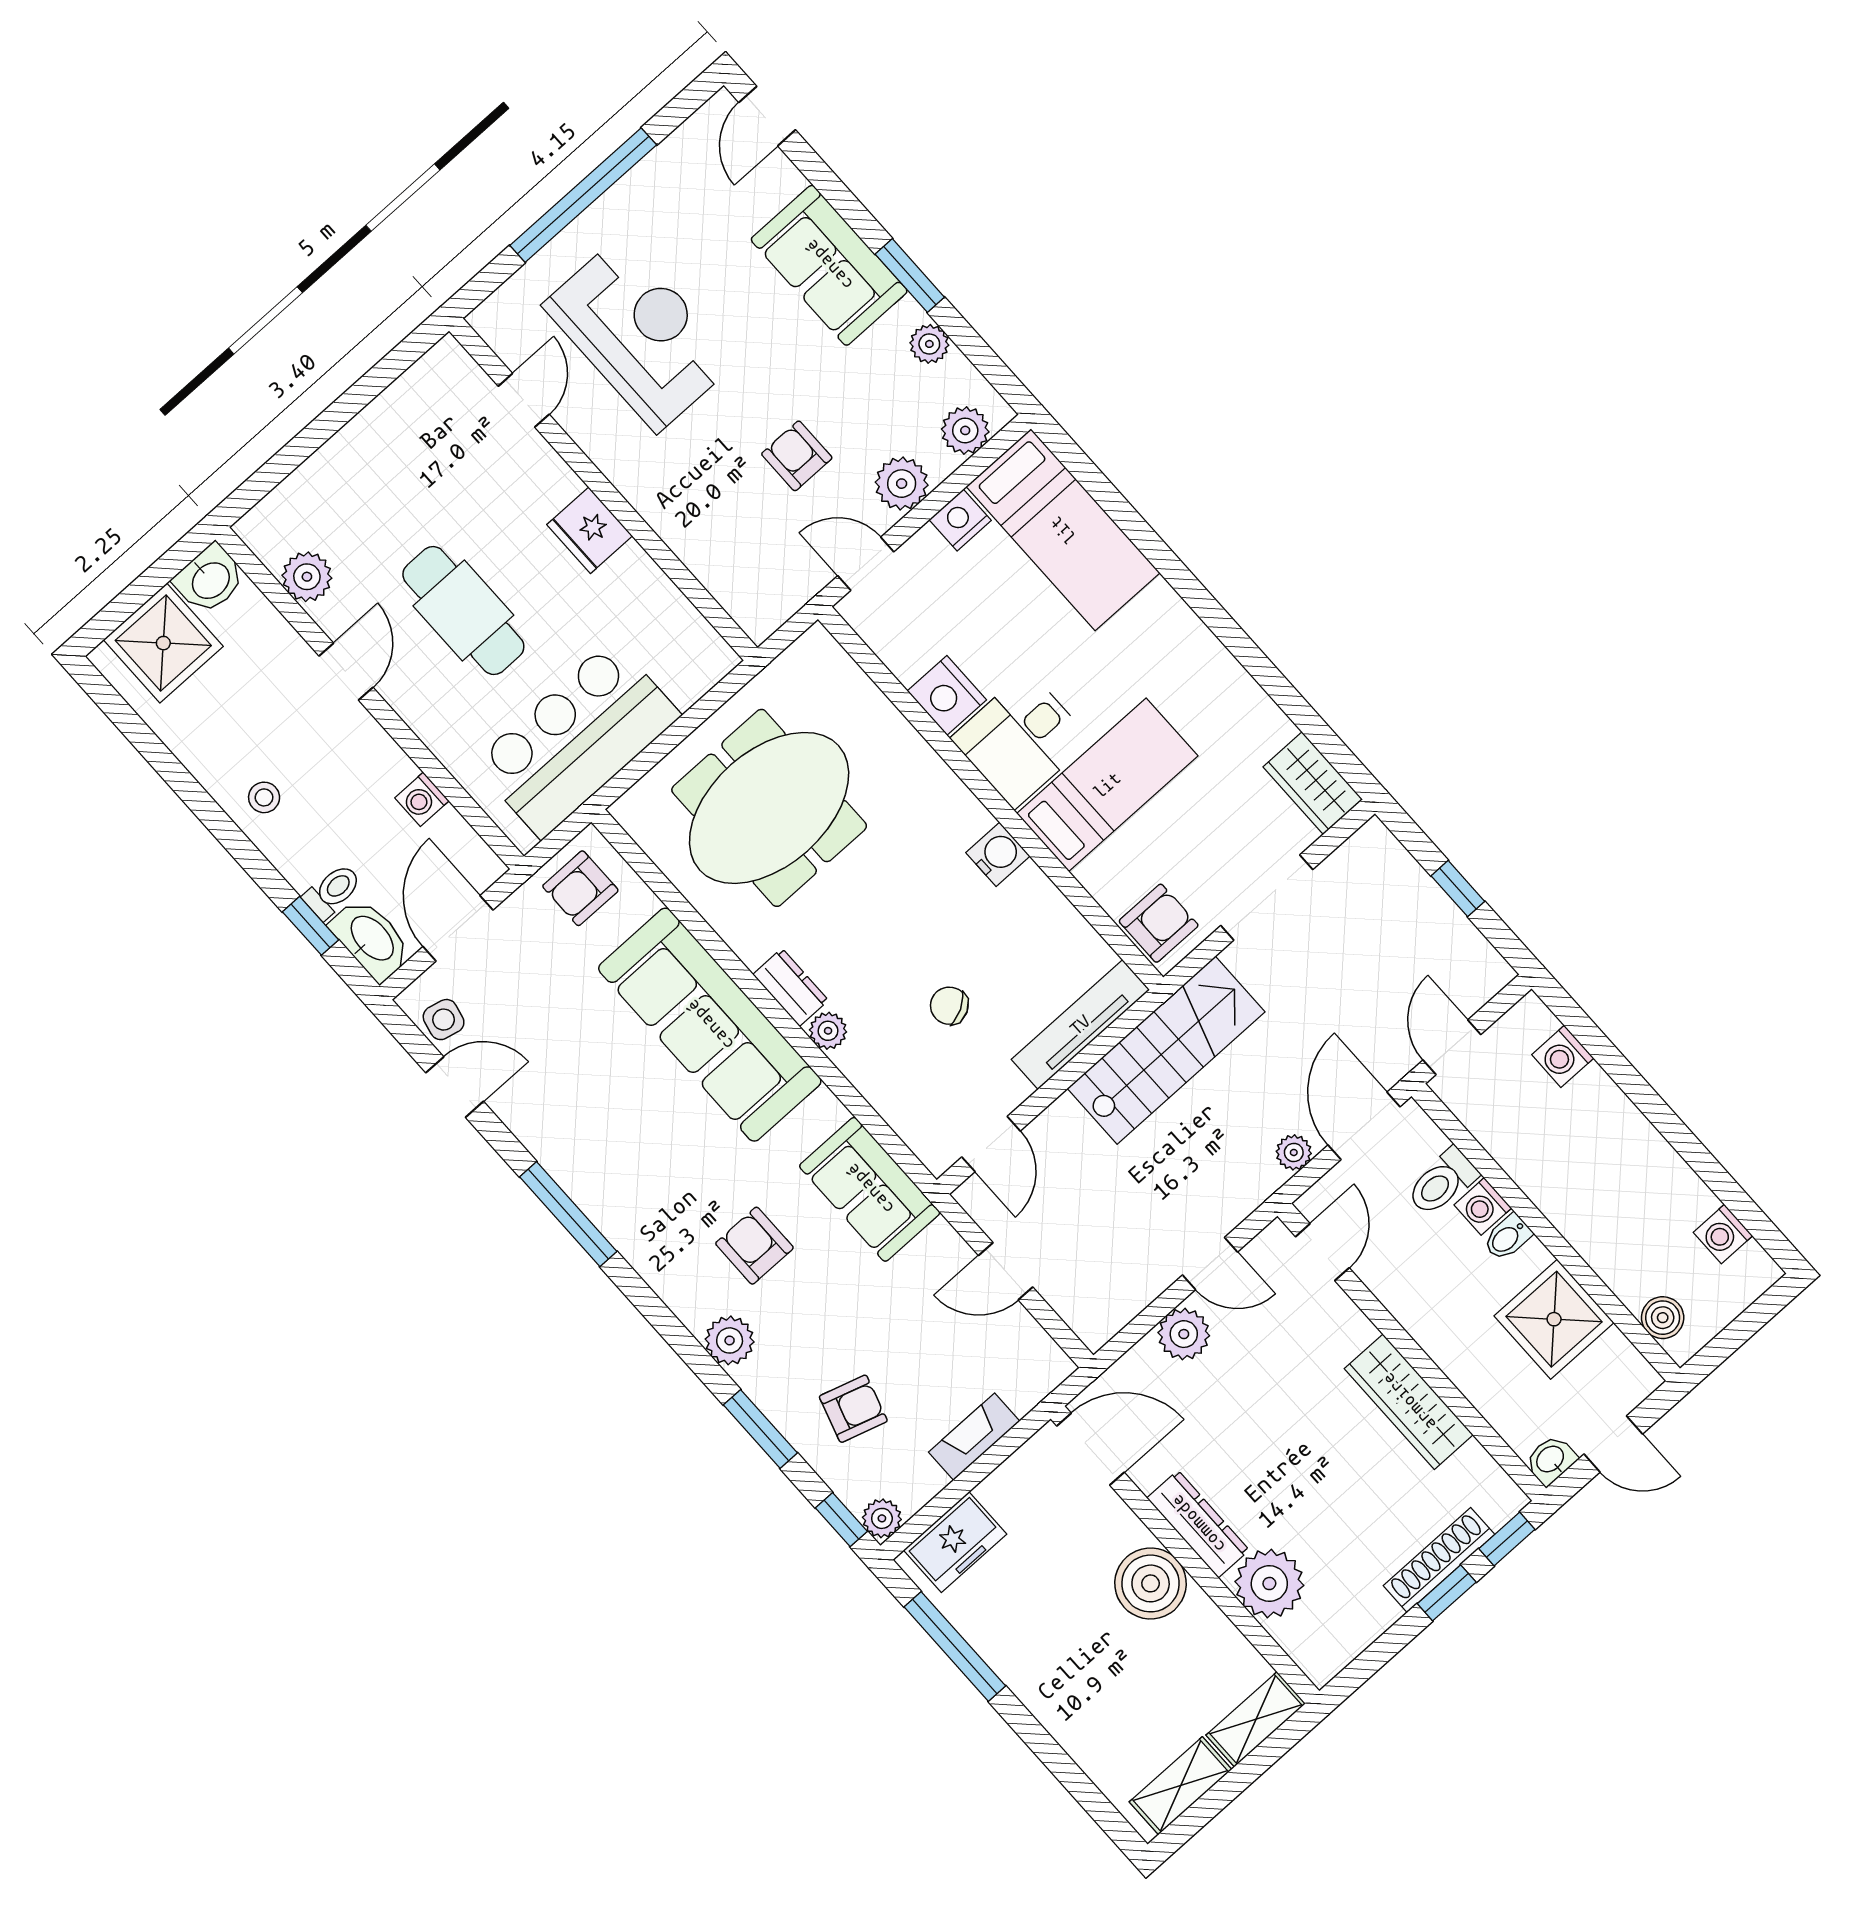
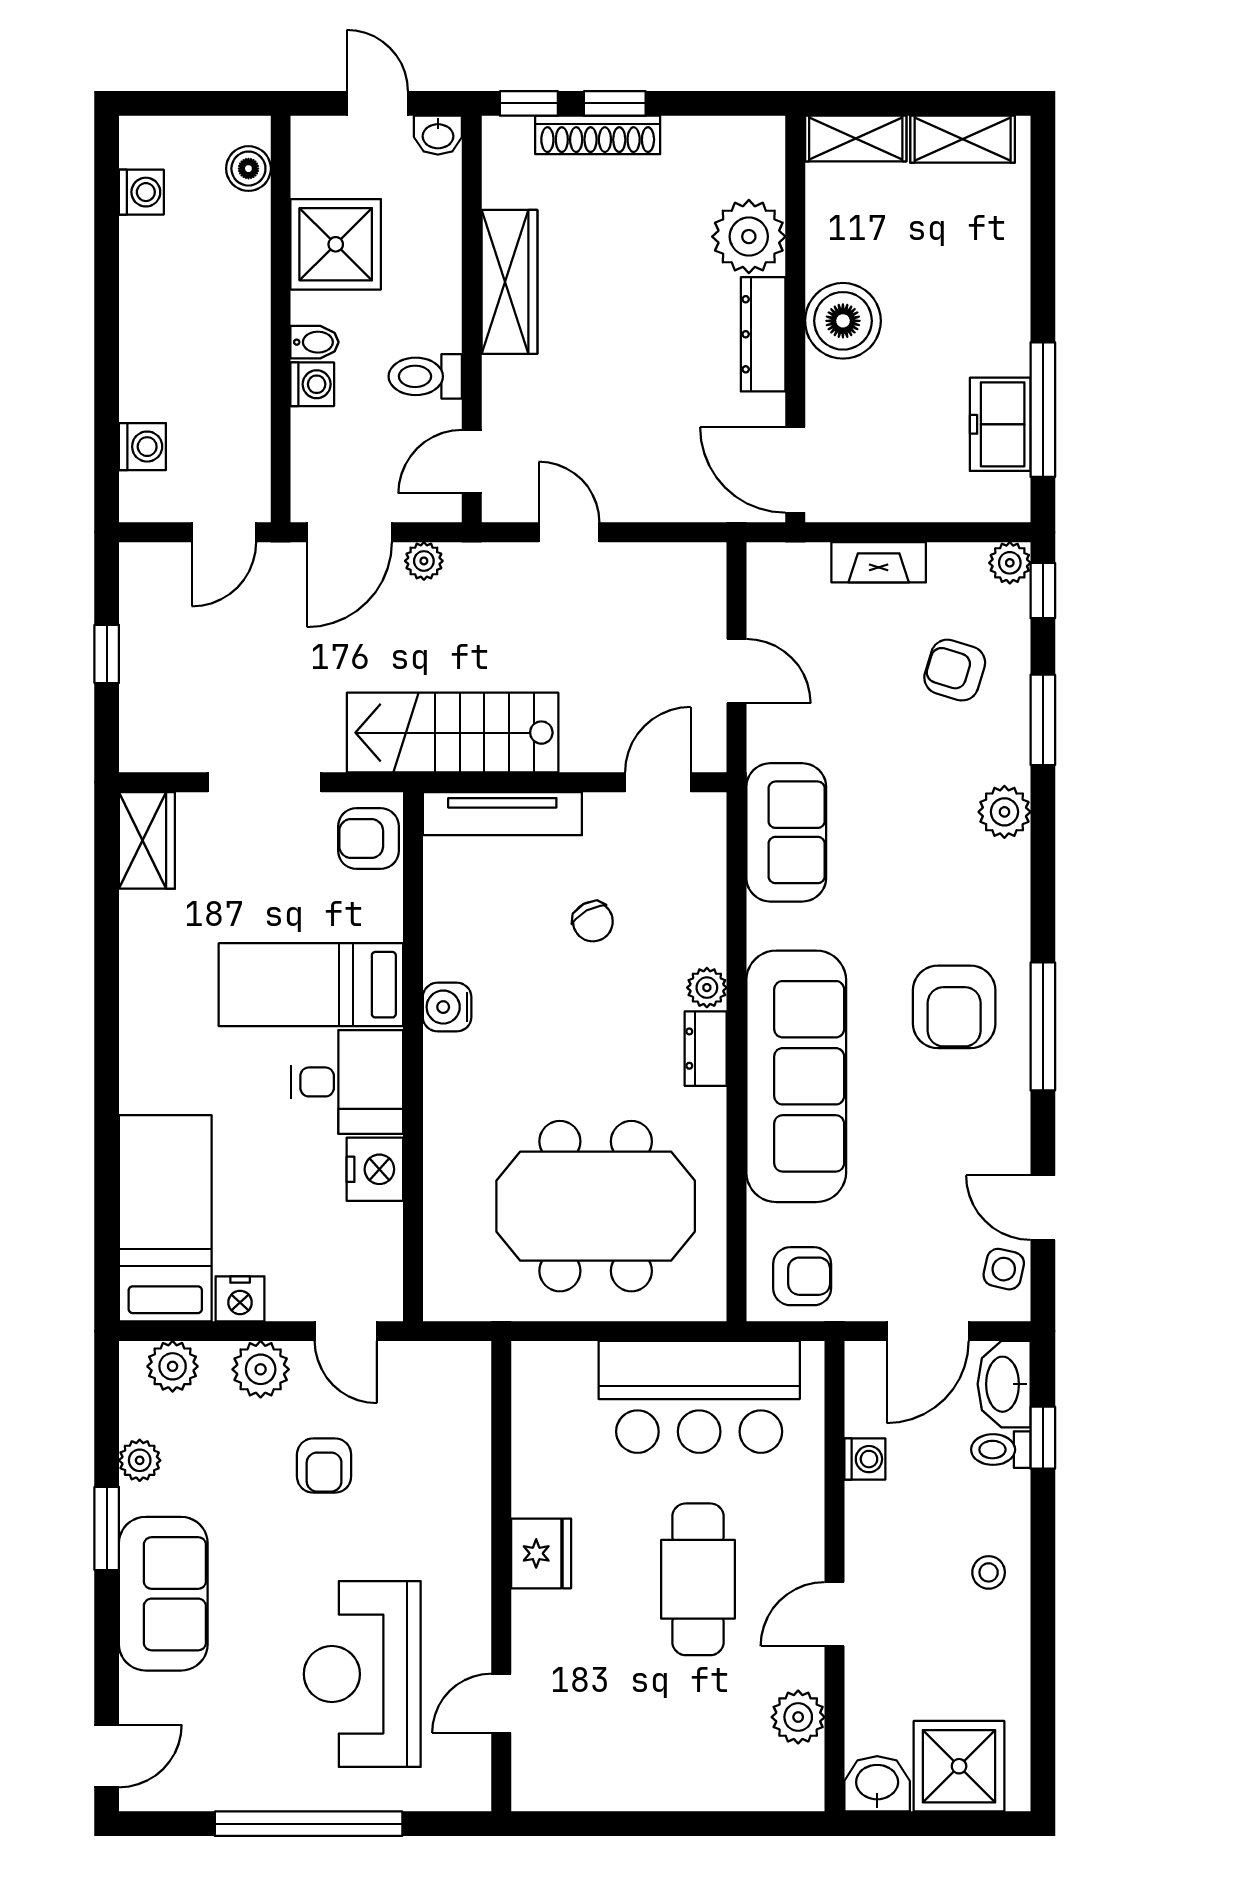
toilet: (1442, 1182) -> (425, 376), moved, turned 180
armchair: (754, 1246) -> (954, 1007), moved, width x1.38, depth x1.38
plant: (1184, 1334) -> (640, 495), removed
freezer: (955, 1542) -> (1000, 424), moved, turned -90

